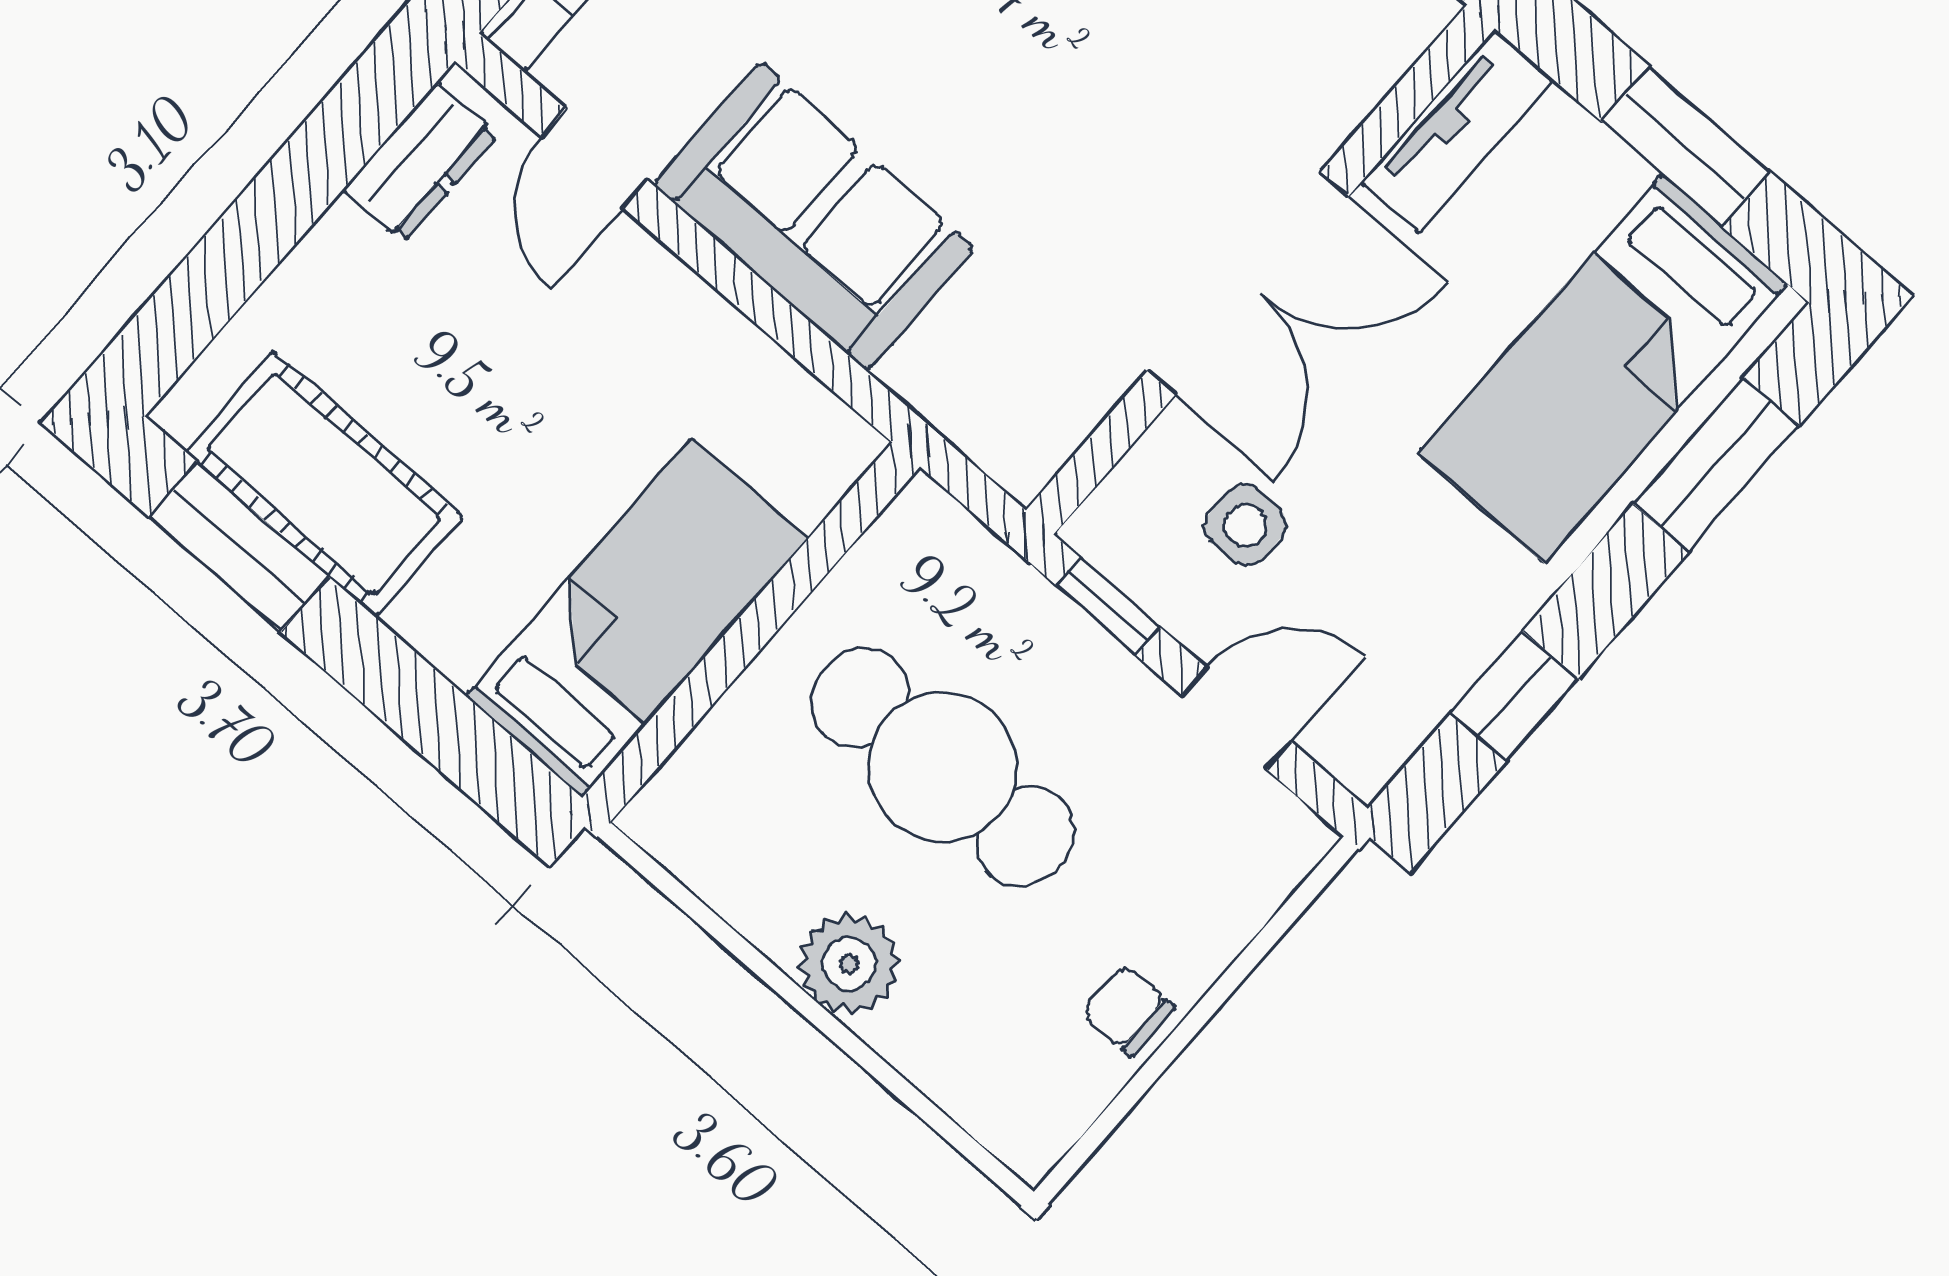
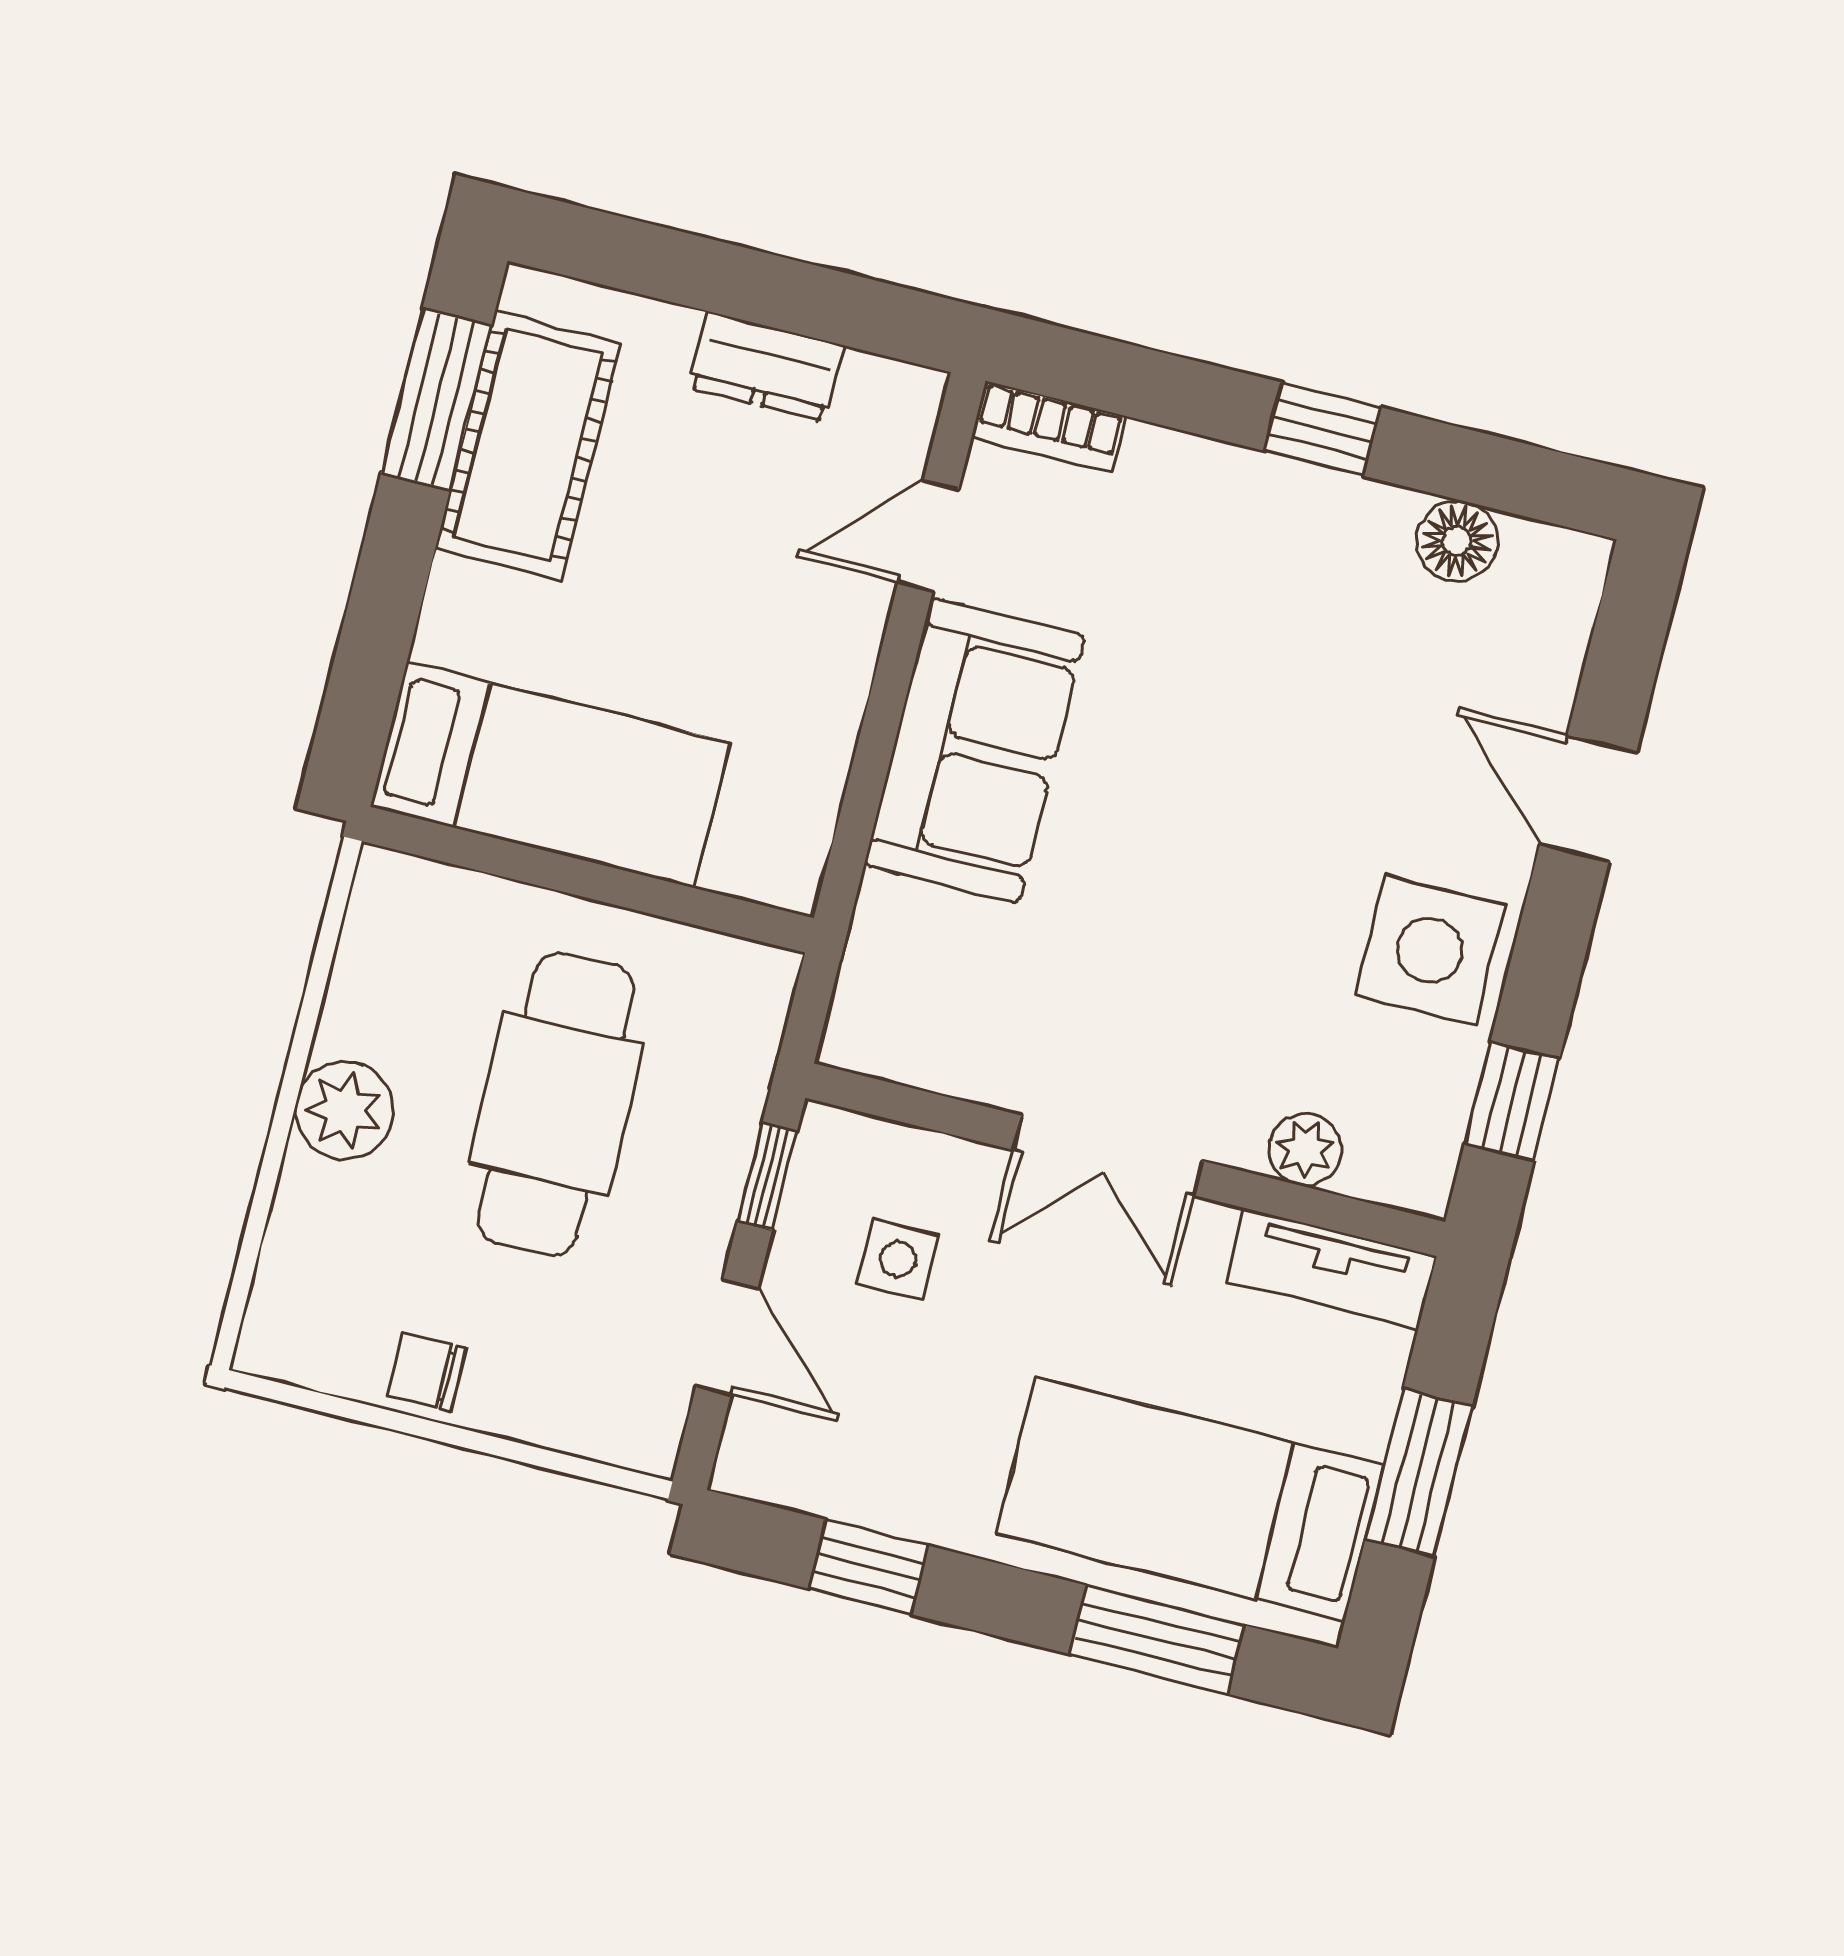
plant: (1335, 99) -> (1305, 1149), added
dresser: (421, 162) -> (766, 366), moved
double door: (1248, 284) -> (1108, 1155), width x0.73
chair: (1128, 1011) -> (427, 1372), turned -90

